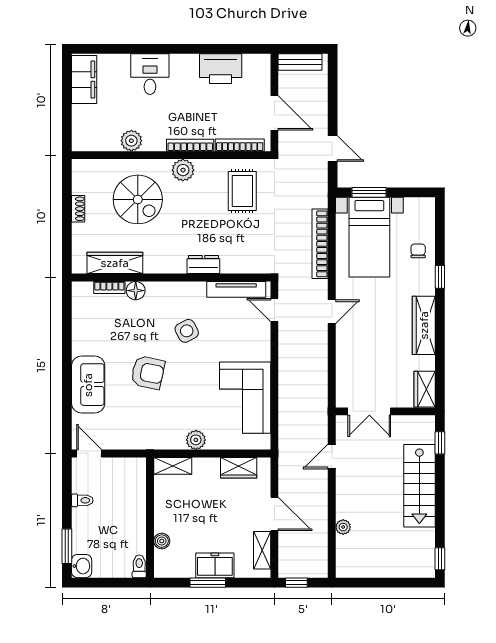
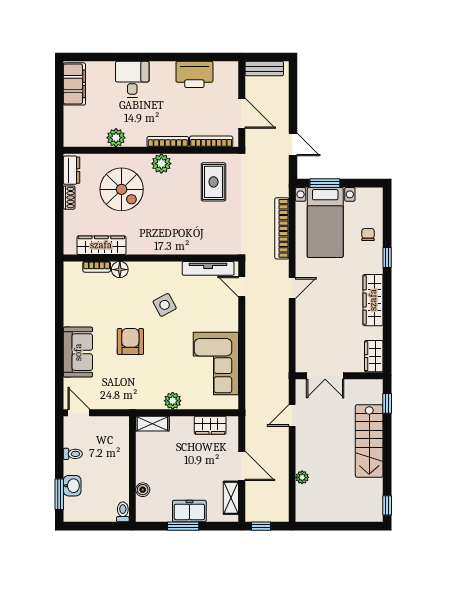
dresser: (203, 265) -> (71, 170), moved, turned 90
armchair: (148, 373) -> (130, 342), turned -102
washbasin: (82, 566) -> (72, 486), moved

